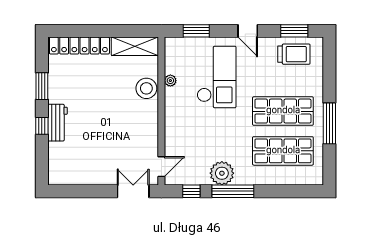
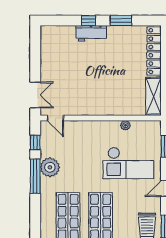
stool: (146, 88) -> (119, 106), removed

